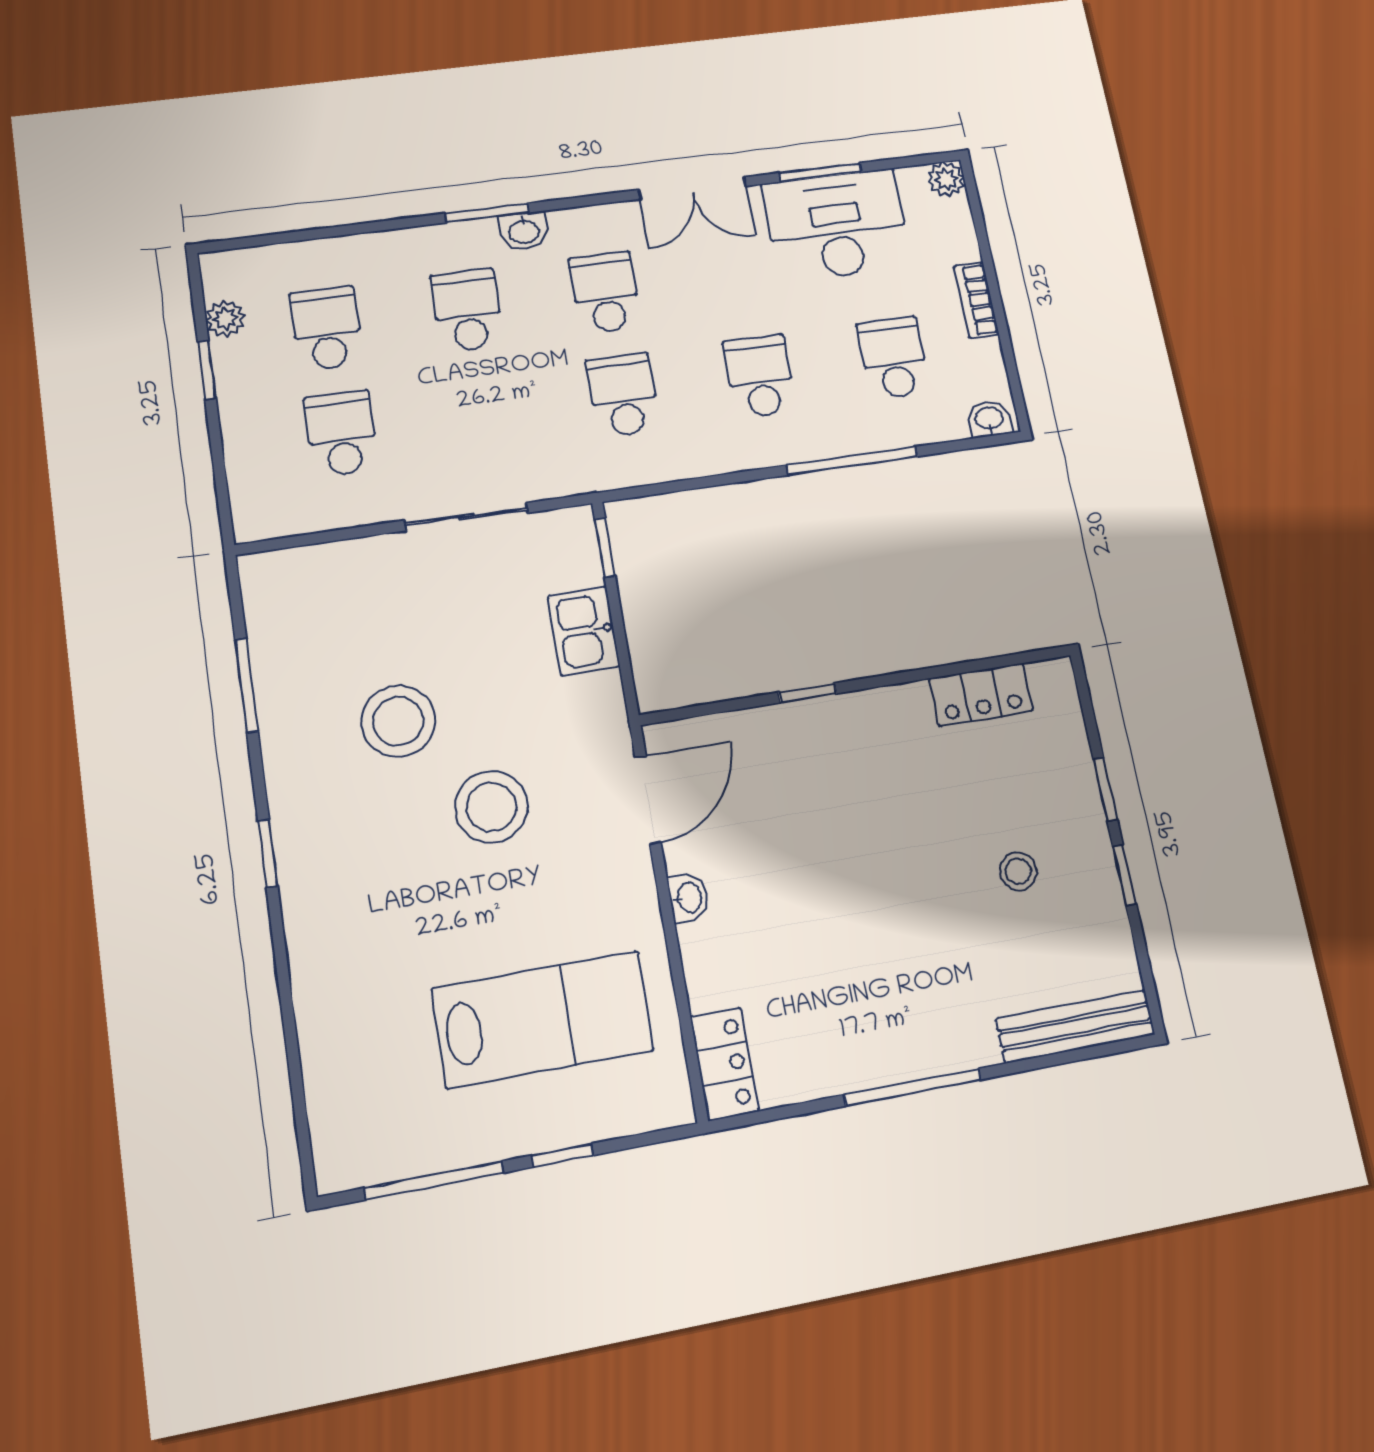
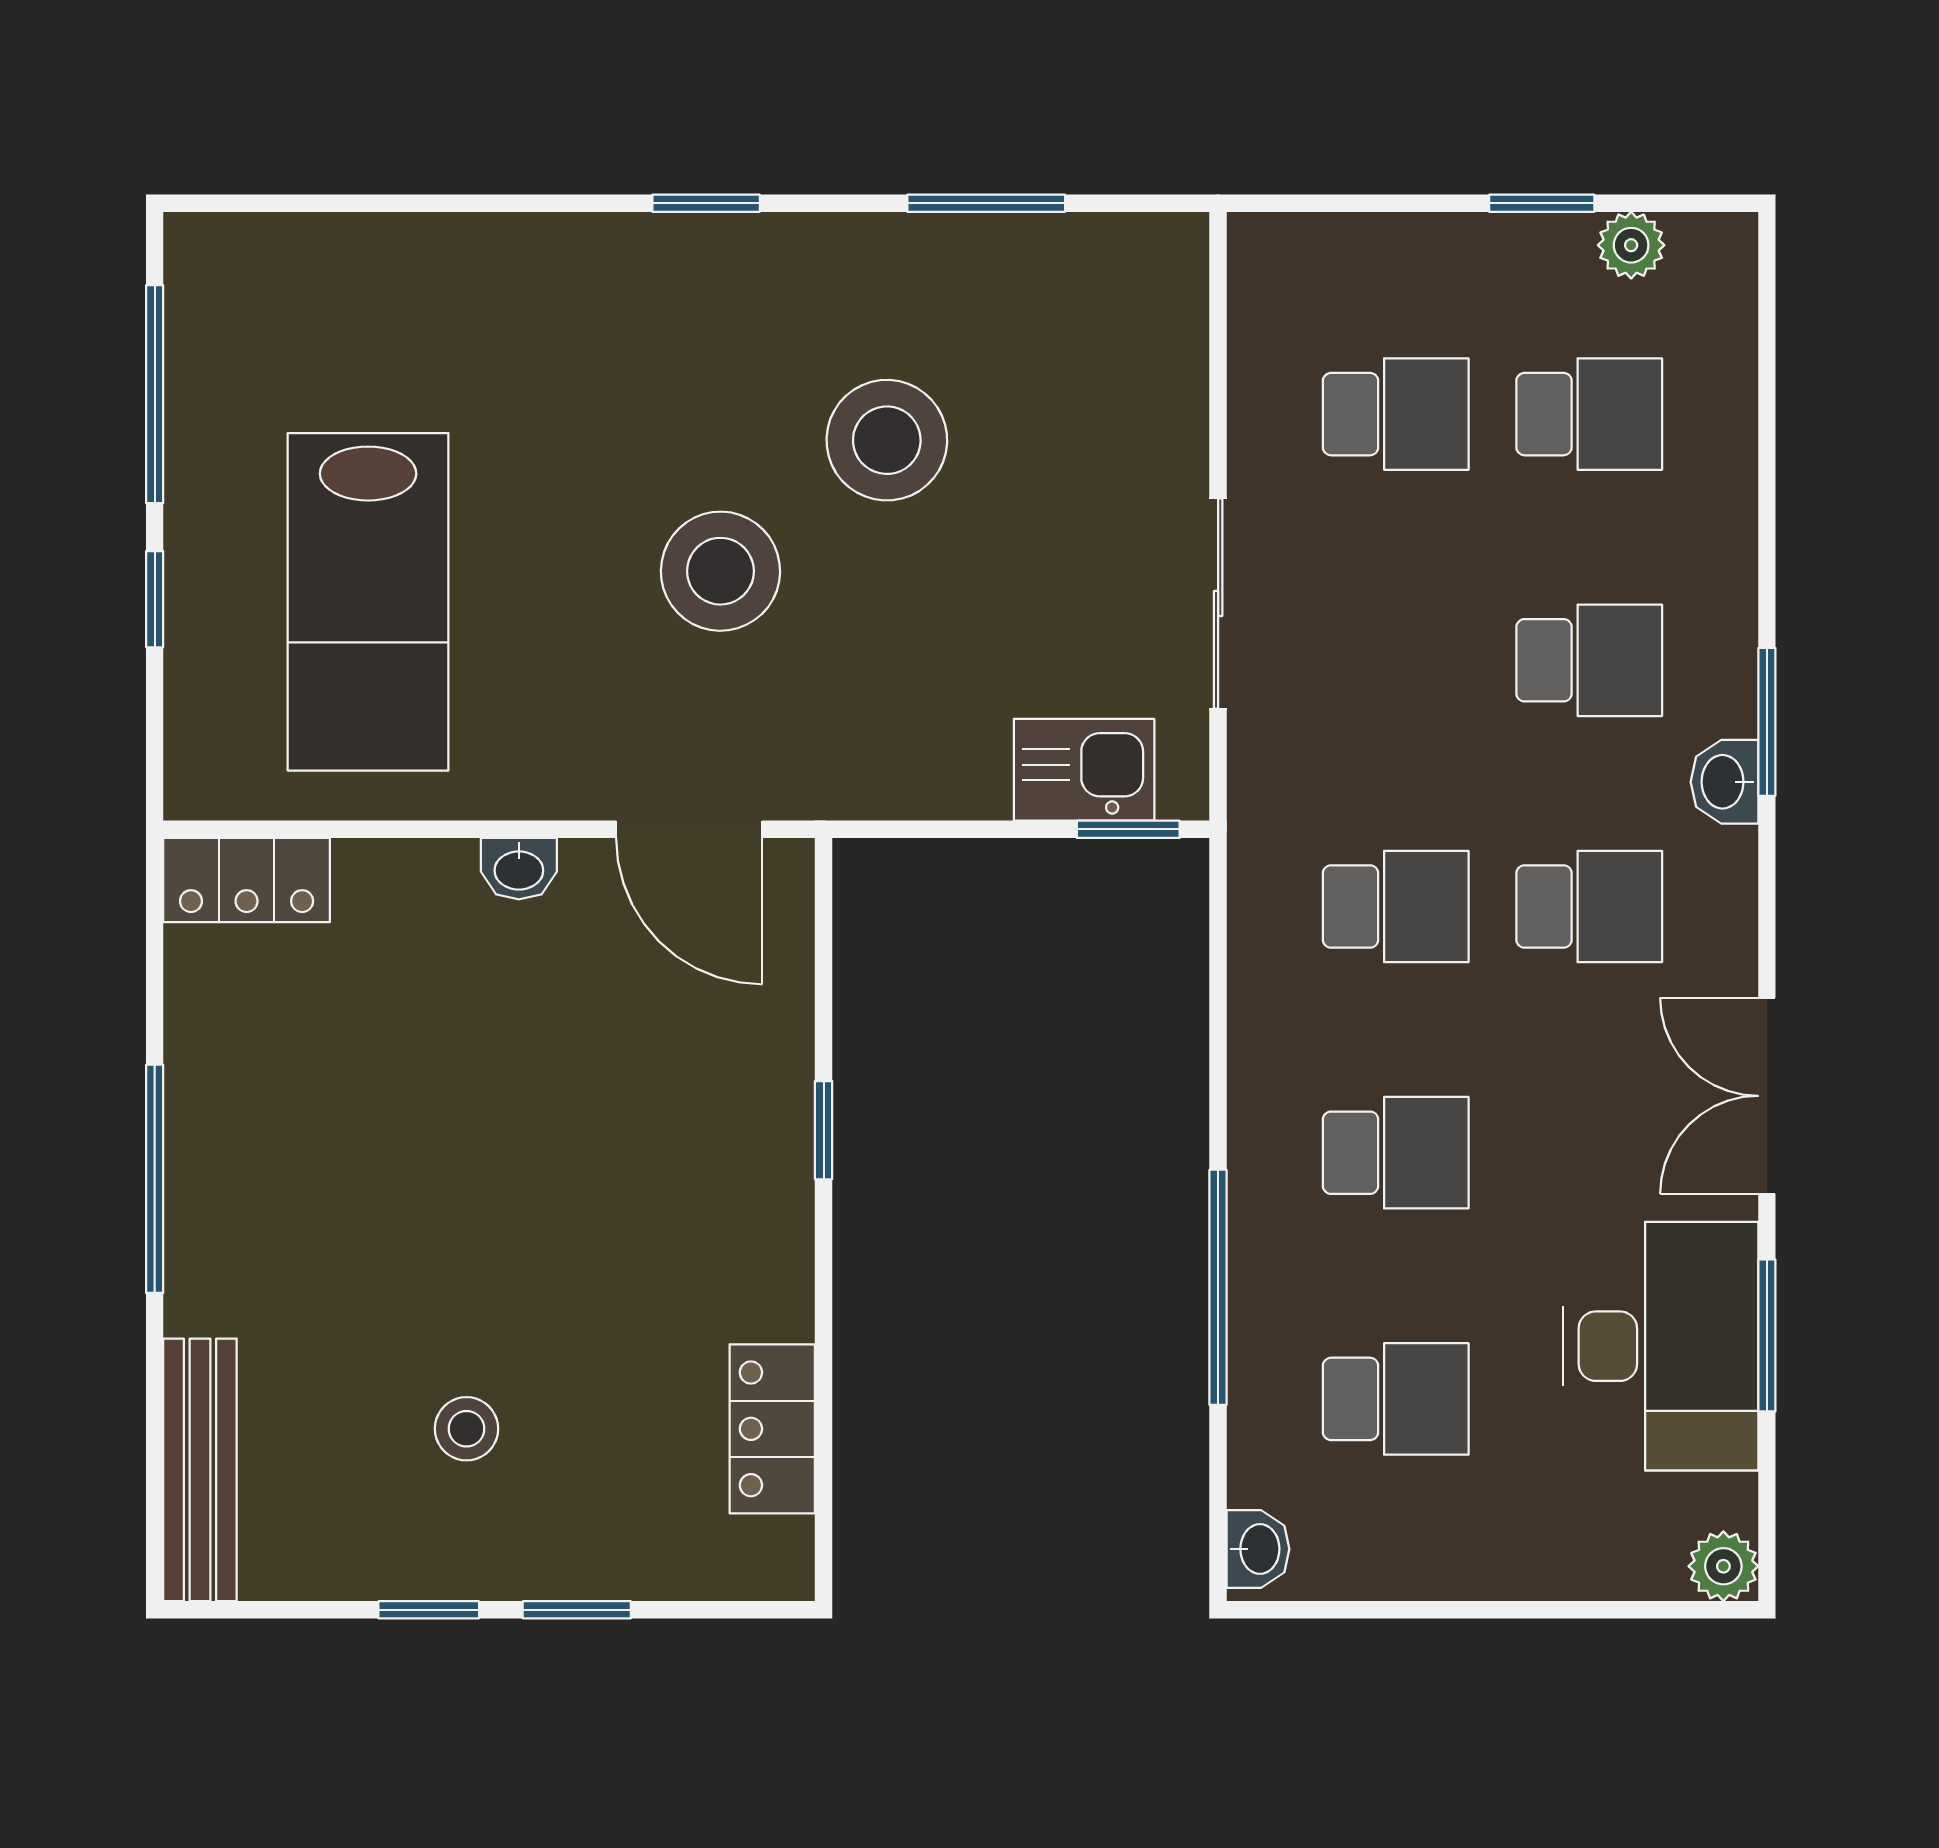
bookcase: (976, 300) -> (1483, 1573), removed
kitchen sink: (584, 631) -> (1084, 770), moved

